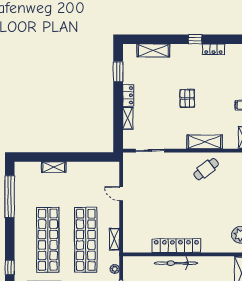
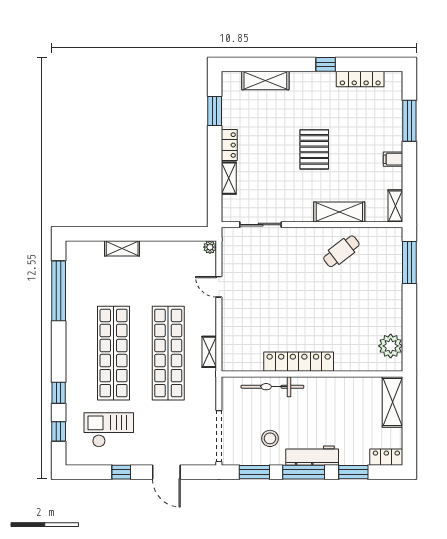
locker: (213, 49) -> (360, 79), width x1.53
pallet: (187, 98) -> (314, 149), width x1.50, depth x1.42
bicycle: (176, 263) -> (272, 387), moved
plant: (115, 269) -> (210, 247), moved

